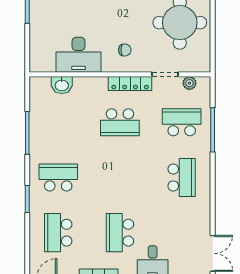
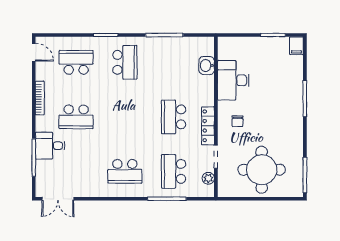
school desk: (182, 122) -> (174, 171), turned 180
school desk: (120, 233) -> (76, 117), turned 180

